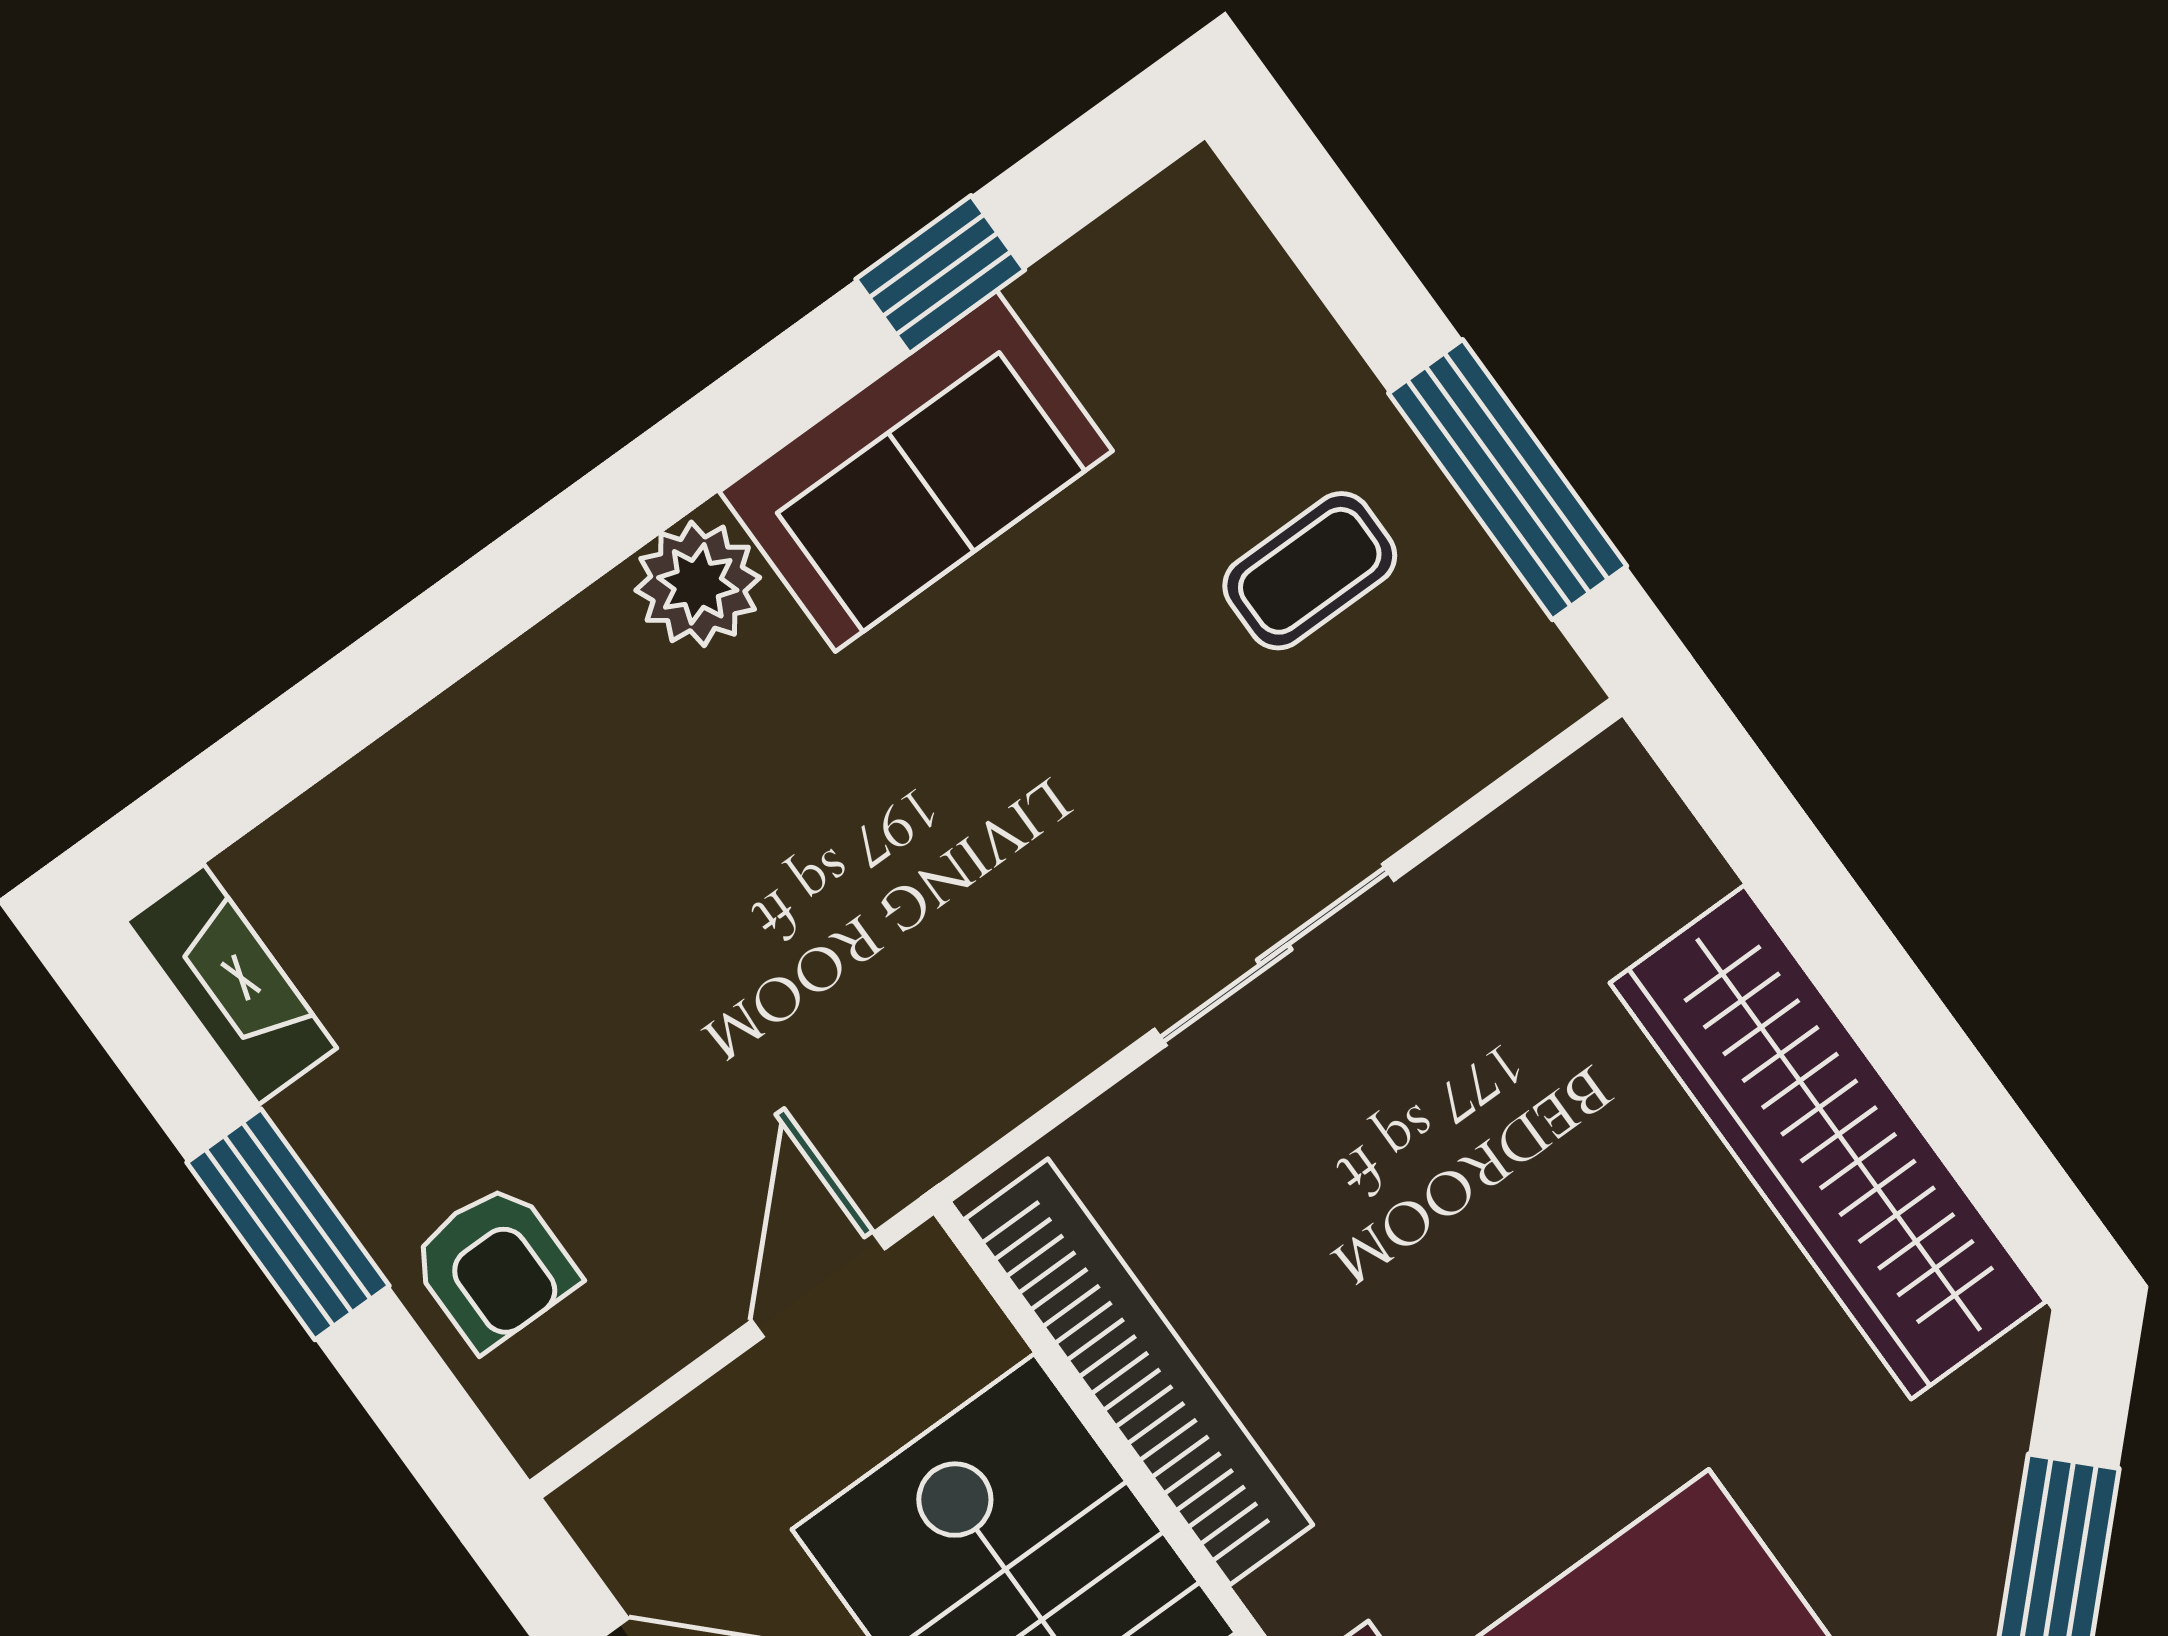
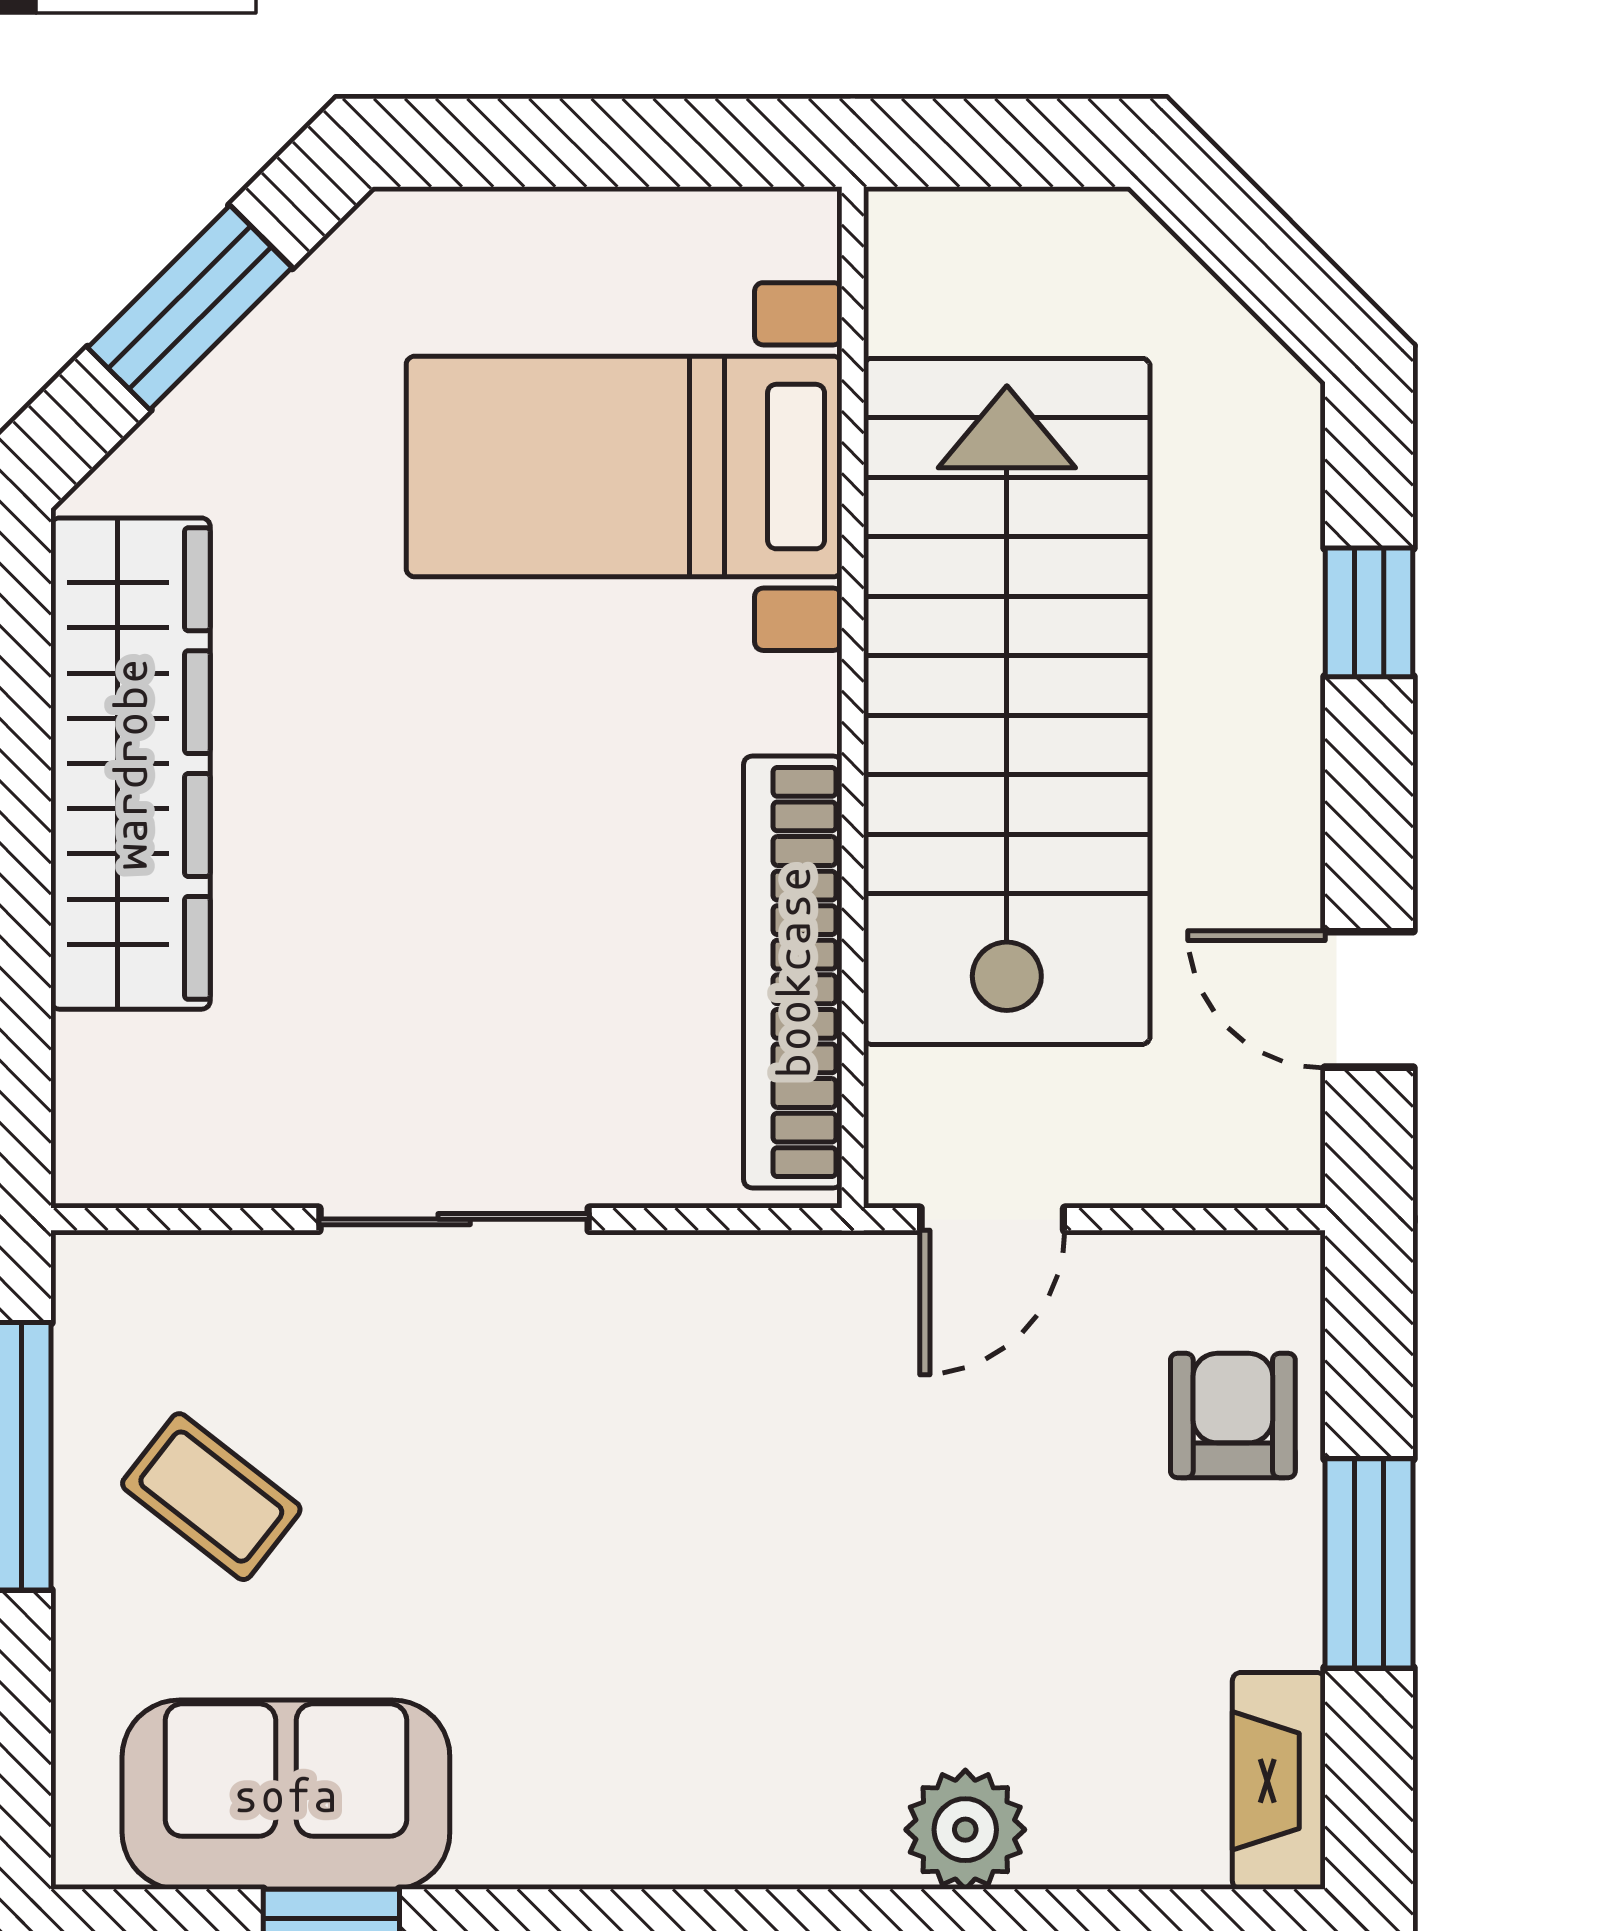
sofa: (916, 471) -> (286, 1795), moved
coffee table: (1310, 571) -> (211, 1497), turned 38
plant: (698, 584) -> (965, 1830), moved

